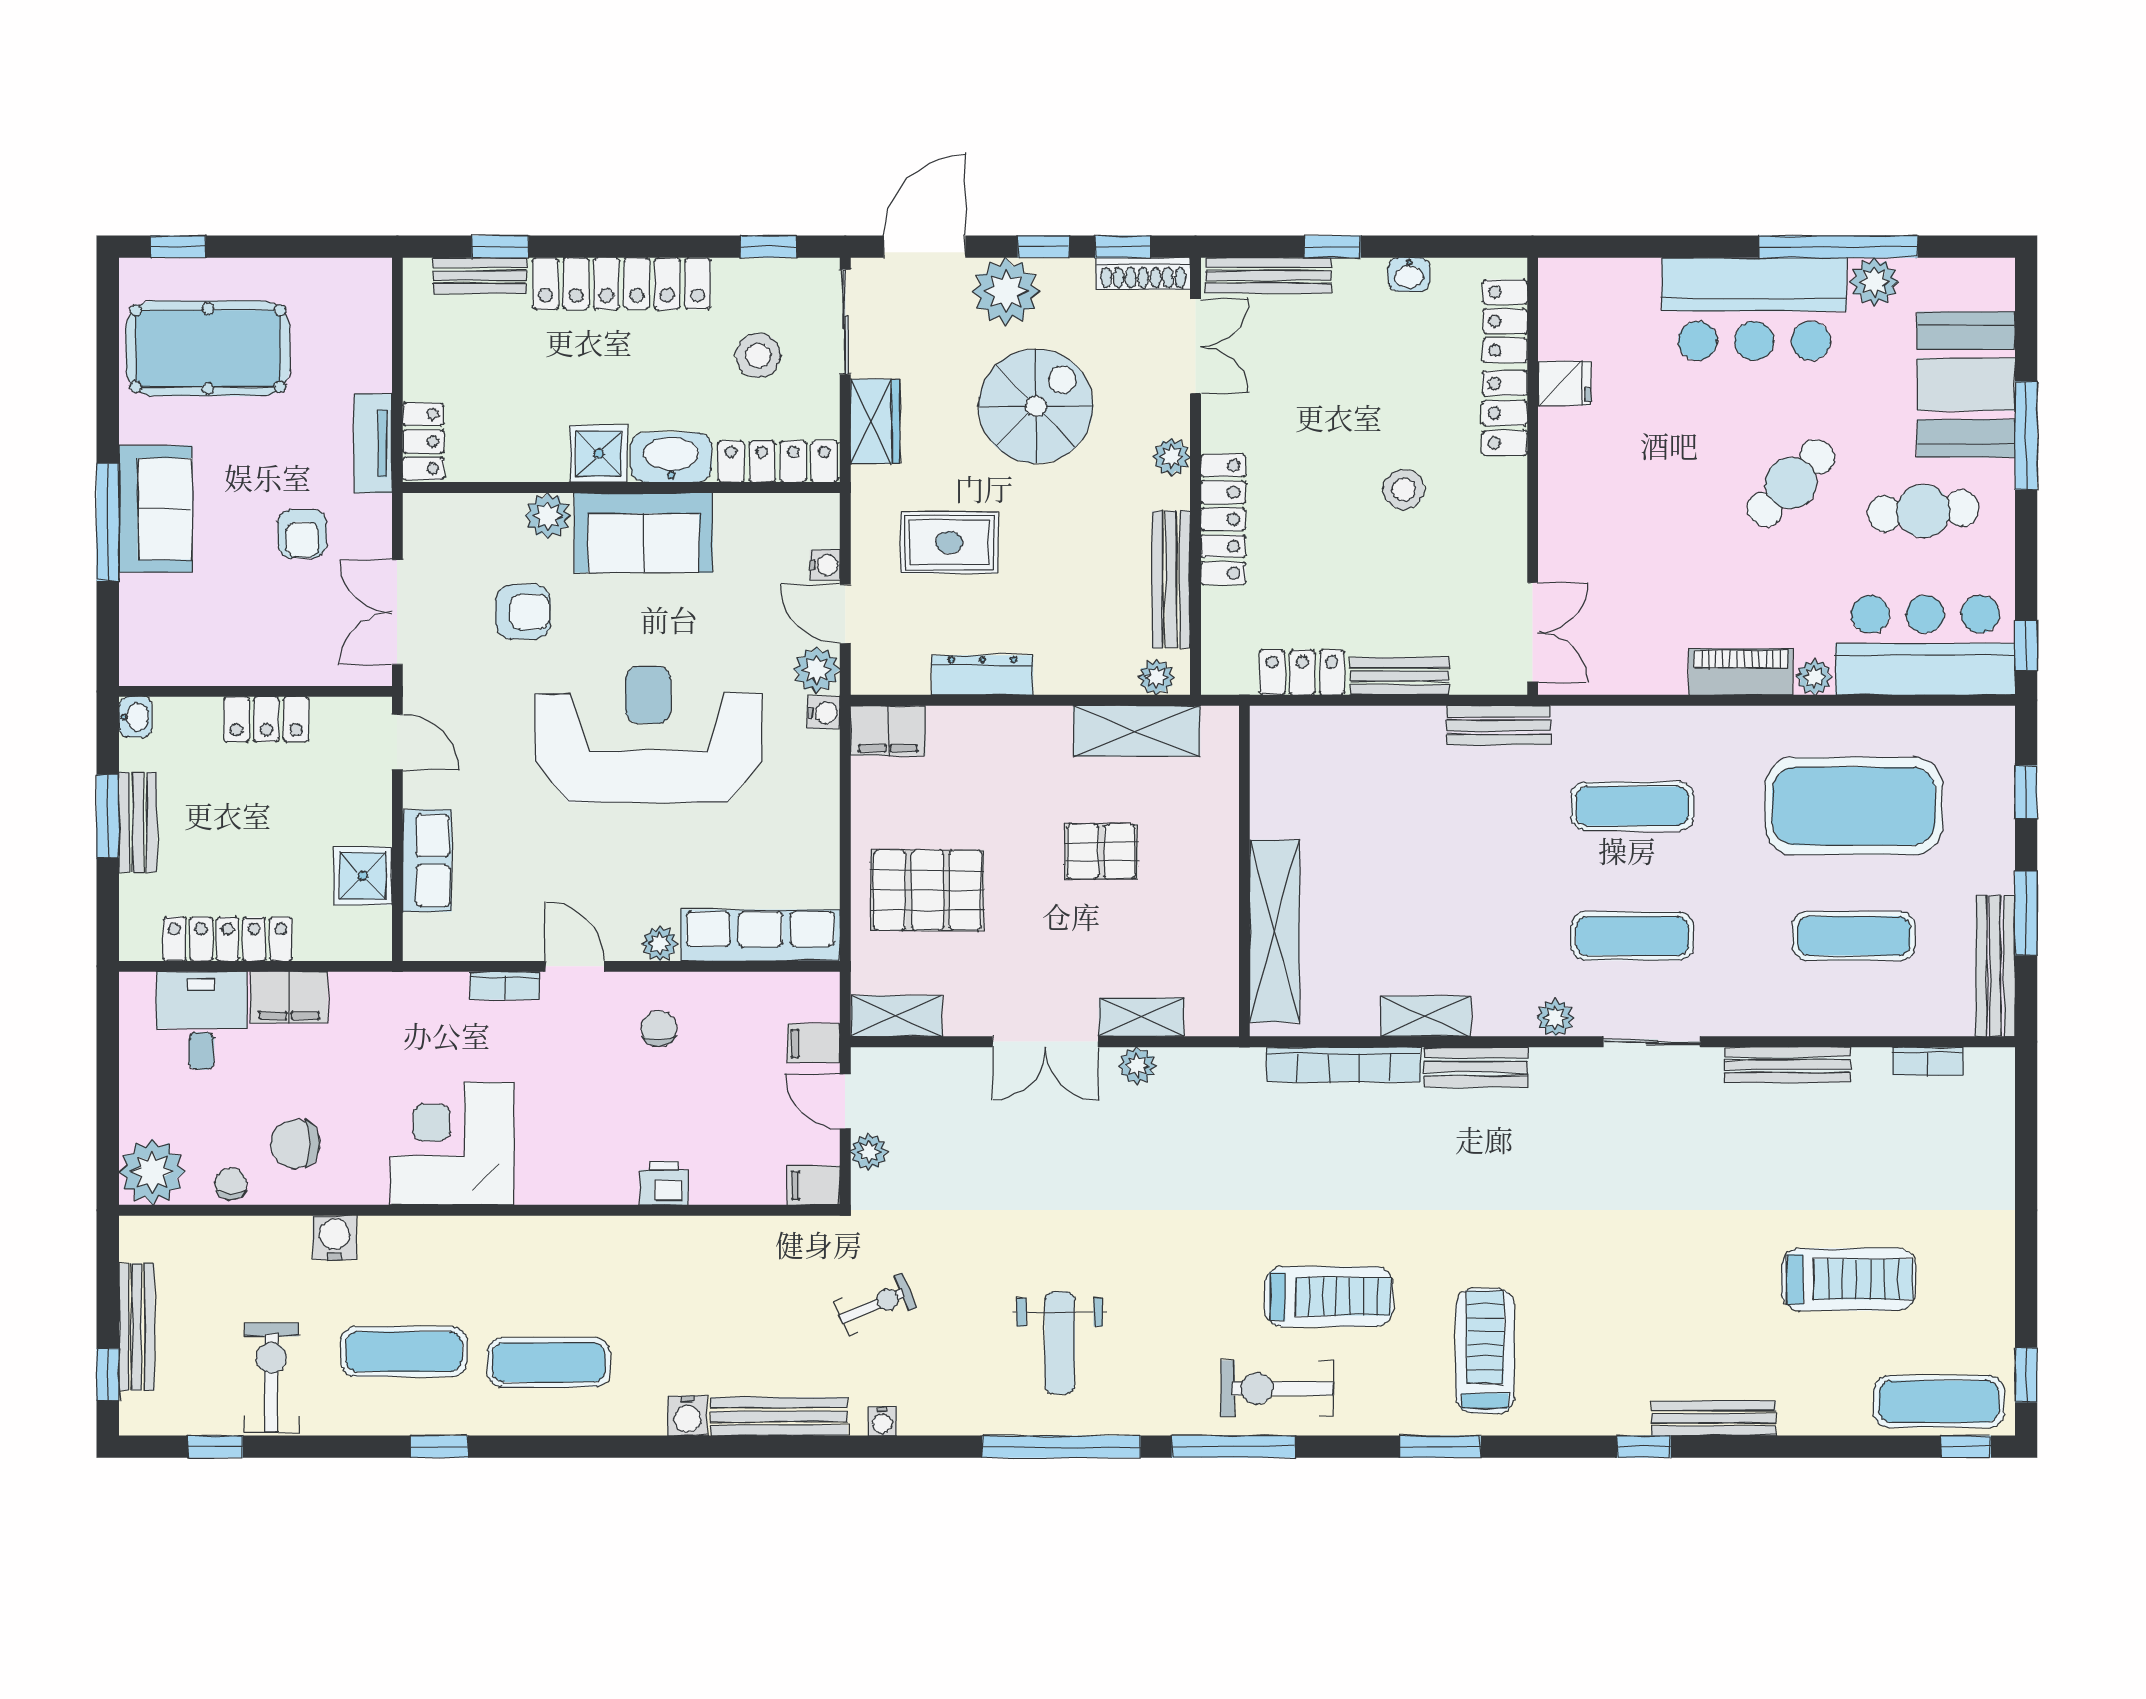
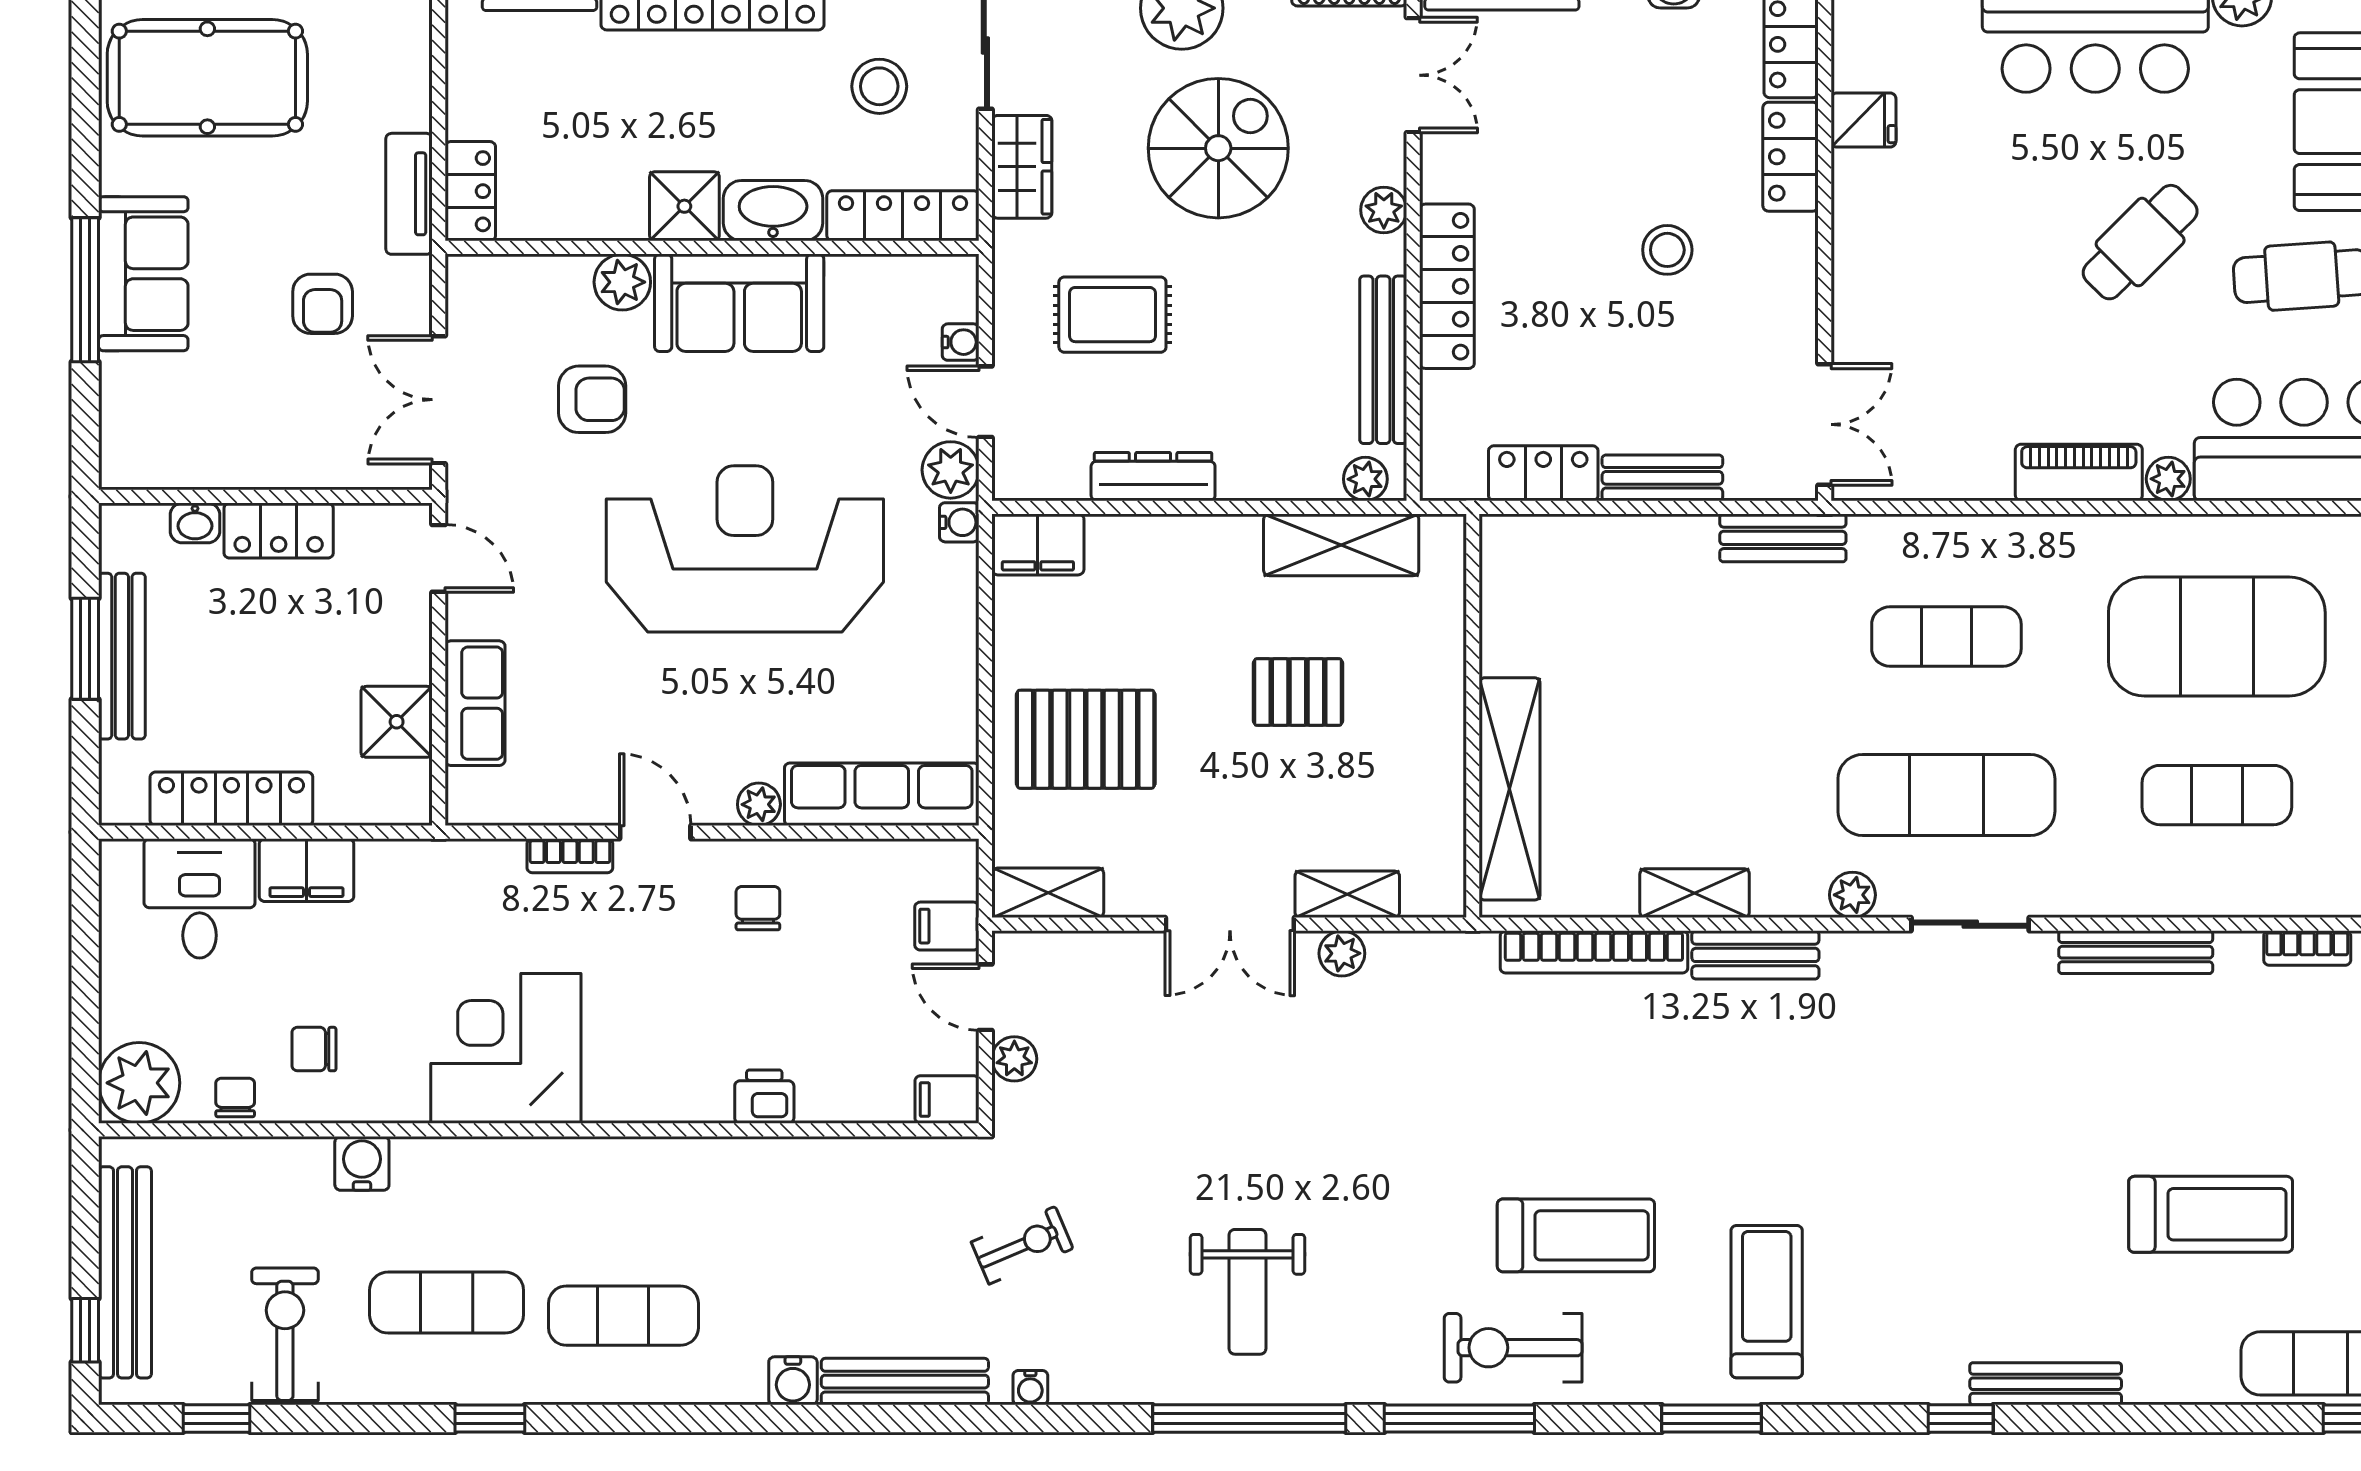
washbasin: (135, 717) -> (195, 523), moved, turned 90
bench: (138, 822) -> (122, 656), width x1.36
exercise mat: (1632, 936) -> (1946, 795), width x1.36, depth x1.45
chair: (295, 1144) -> (314, 1049), width x0.73, depth x0.73
bench: (137, 1327) -> (125, 1272), width x1.37, depth x1.21

